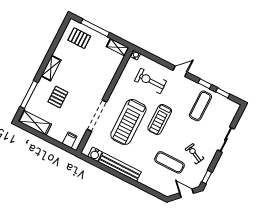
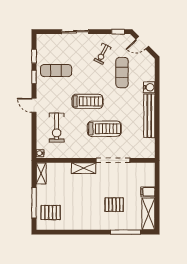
pallet: (79, 38) -> (51, 213), turned 90
shelving: (51, 68) -> (84, 168), moved
treadmill: (128, 122) -> (104, 129), width x0.73, depth x0.73
filing cabinet: (70, 140) -> (148, 192), moved
water cooler: (95, 154) -> (149, 87), moved
door: (187, 193) -> (142, 43), hinge flipped

